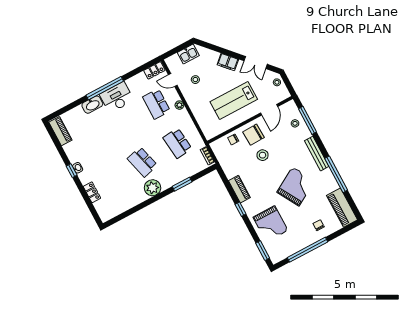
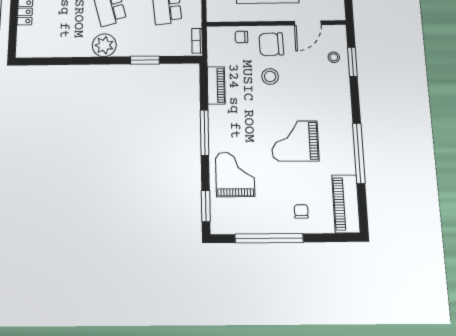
window: (307, 120) -> (352, 62), width x0.69
bench: (317, 154) -> (345, 111), removed
grand piano: (296, 186) -> (295, 141), turned -150
piano: (239, 189) -> (216, 85), moved
window: (240, 209) -> (204, 133), width x2.17
grand piano: (271, 224) -> (235, 174), turned 180

